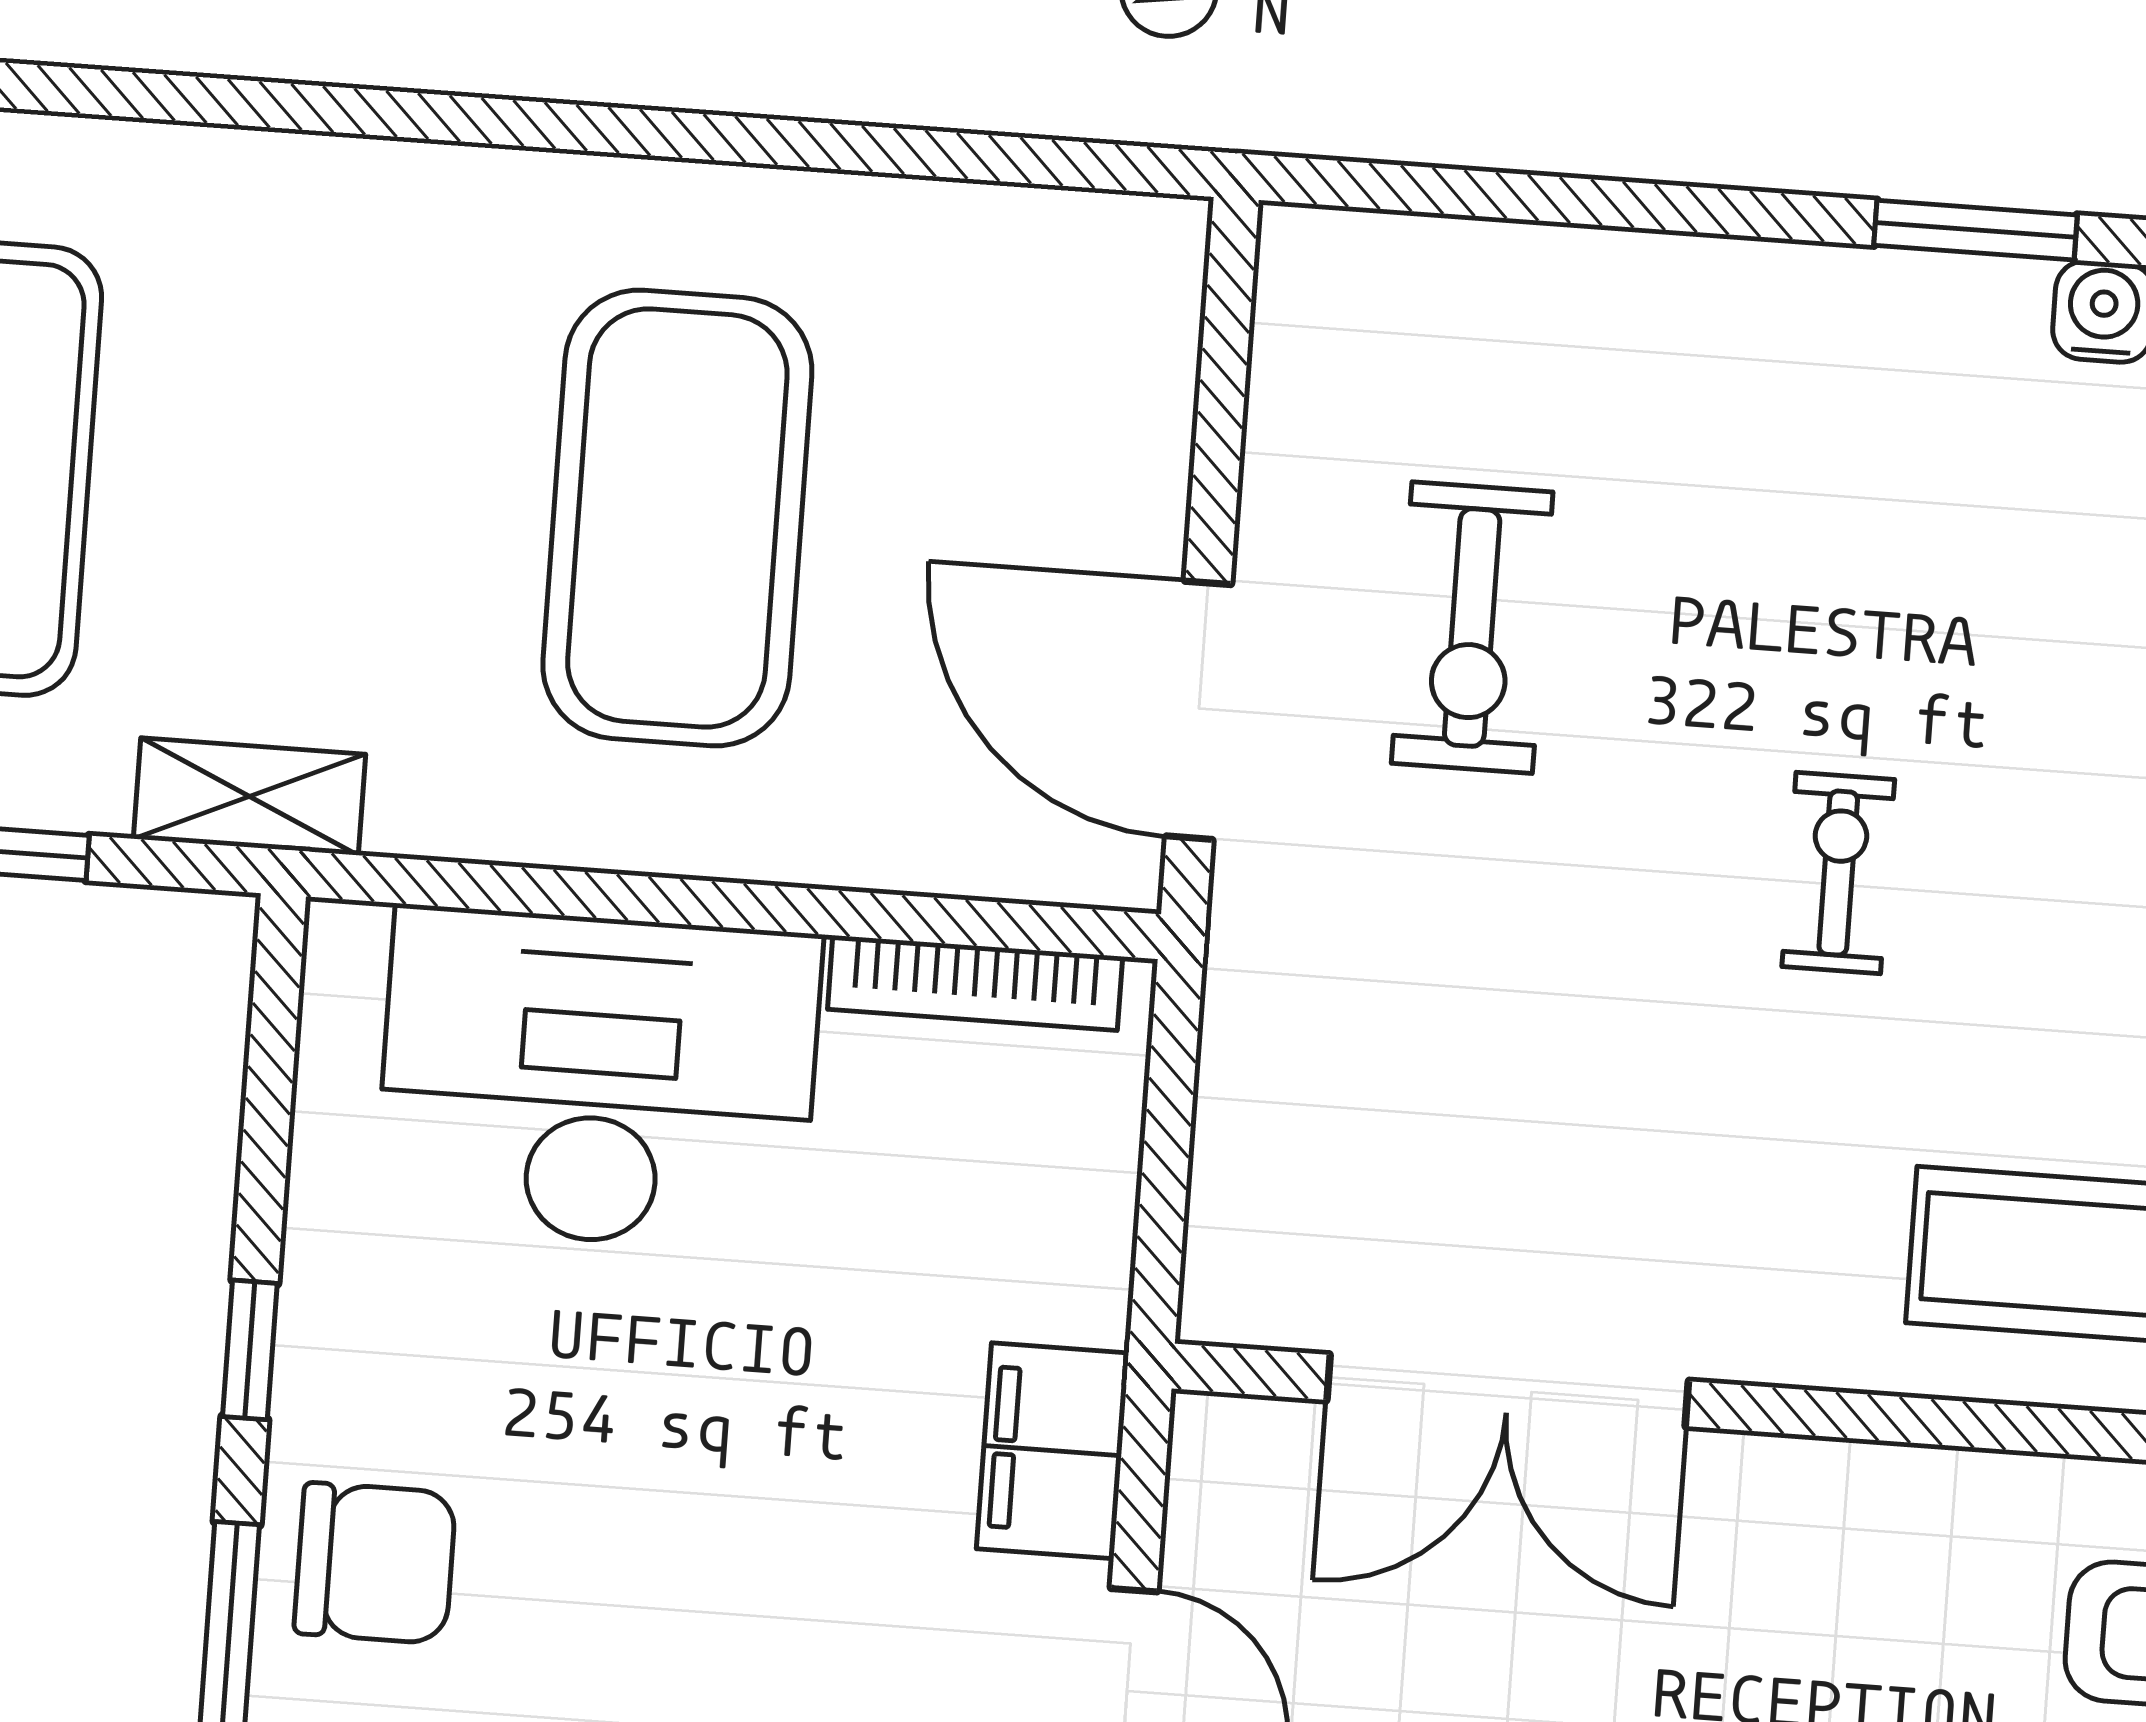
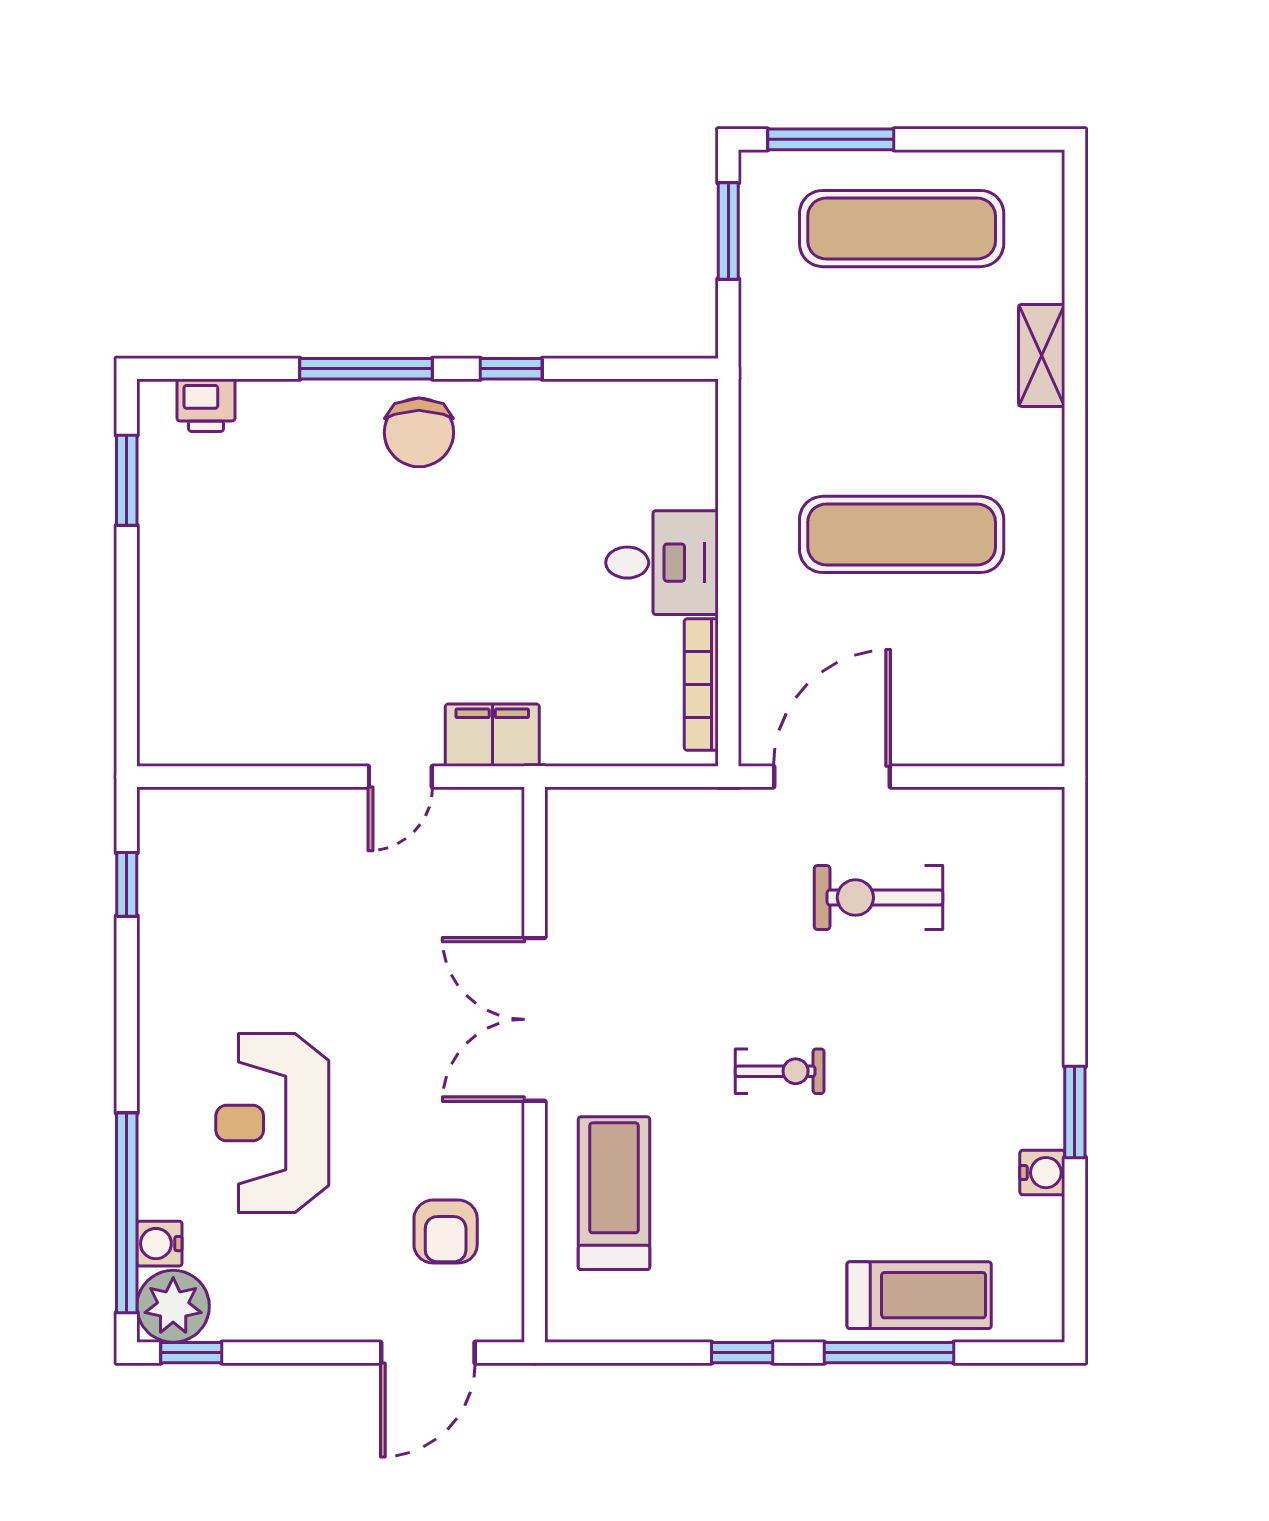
exercise mat: (677, 518) -> (902, 534), width x0.68
shelving: (250, 796) -> (1042, 355), moved
desk: (598, 1079) -> (662, 563), width x0.53, depth x0.77
double door: (1508, 1391) -> (535, 1019), moved

